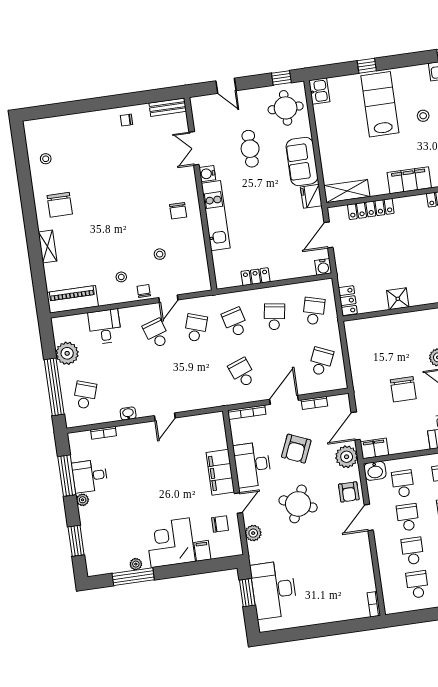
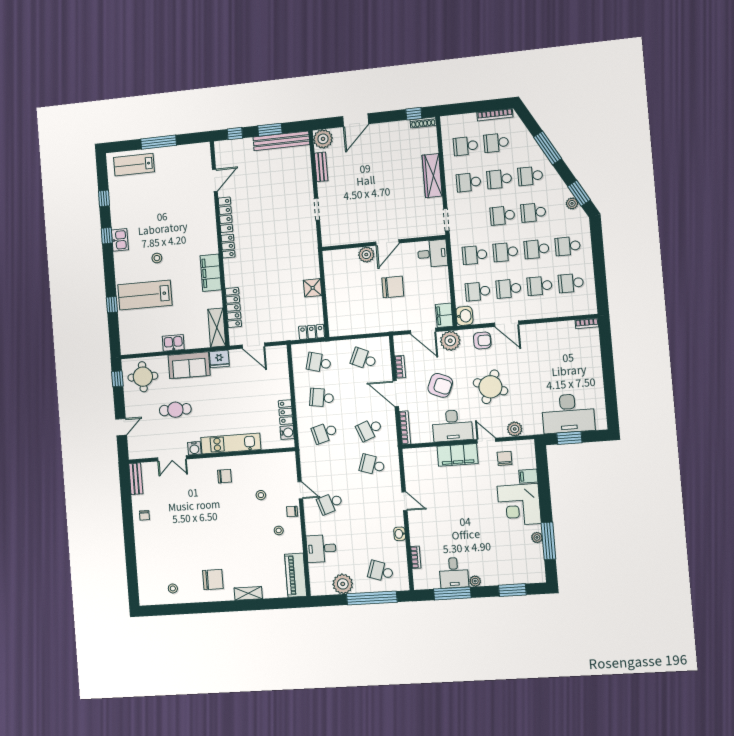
kitchen sink: (319, 91) -> (173, 343), moved
water cooler: (323, 267) -> (287, 433), moved
school desk: (196, 328) -> (372, 465), moved

